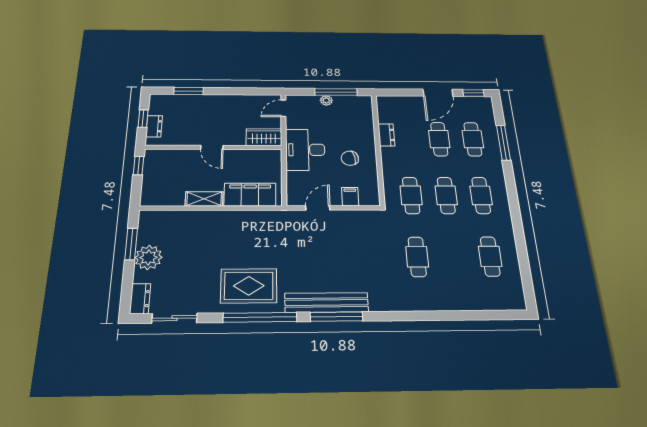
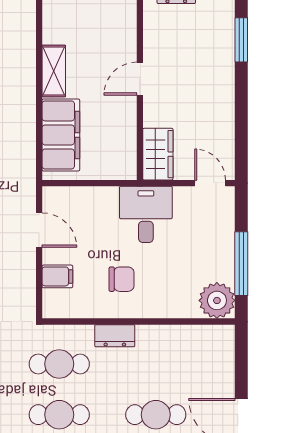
plant: (326, 100) -> (217, 300), moved, width x1.87, depth x1.87
dresser: (386, 135) -> (115, 336), moved
desk: (305, 150) -> (146, 214), width x0.73
chair: (350, 158) -> (122, 279), turned 100

